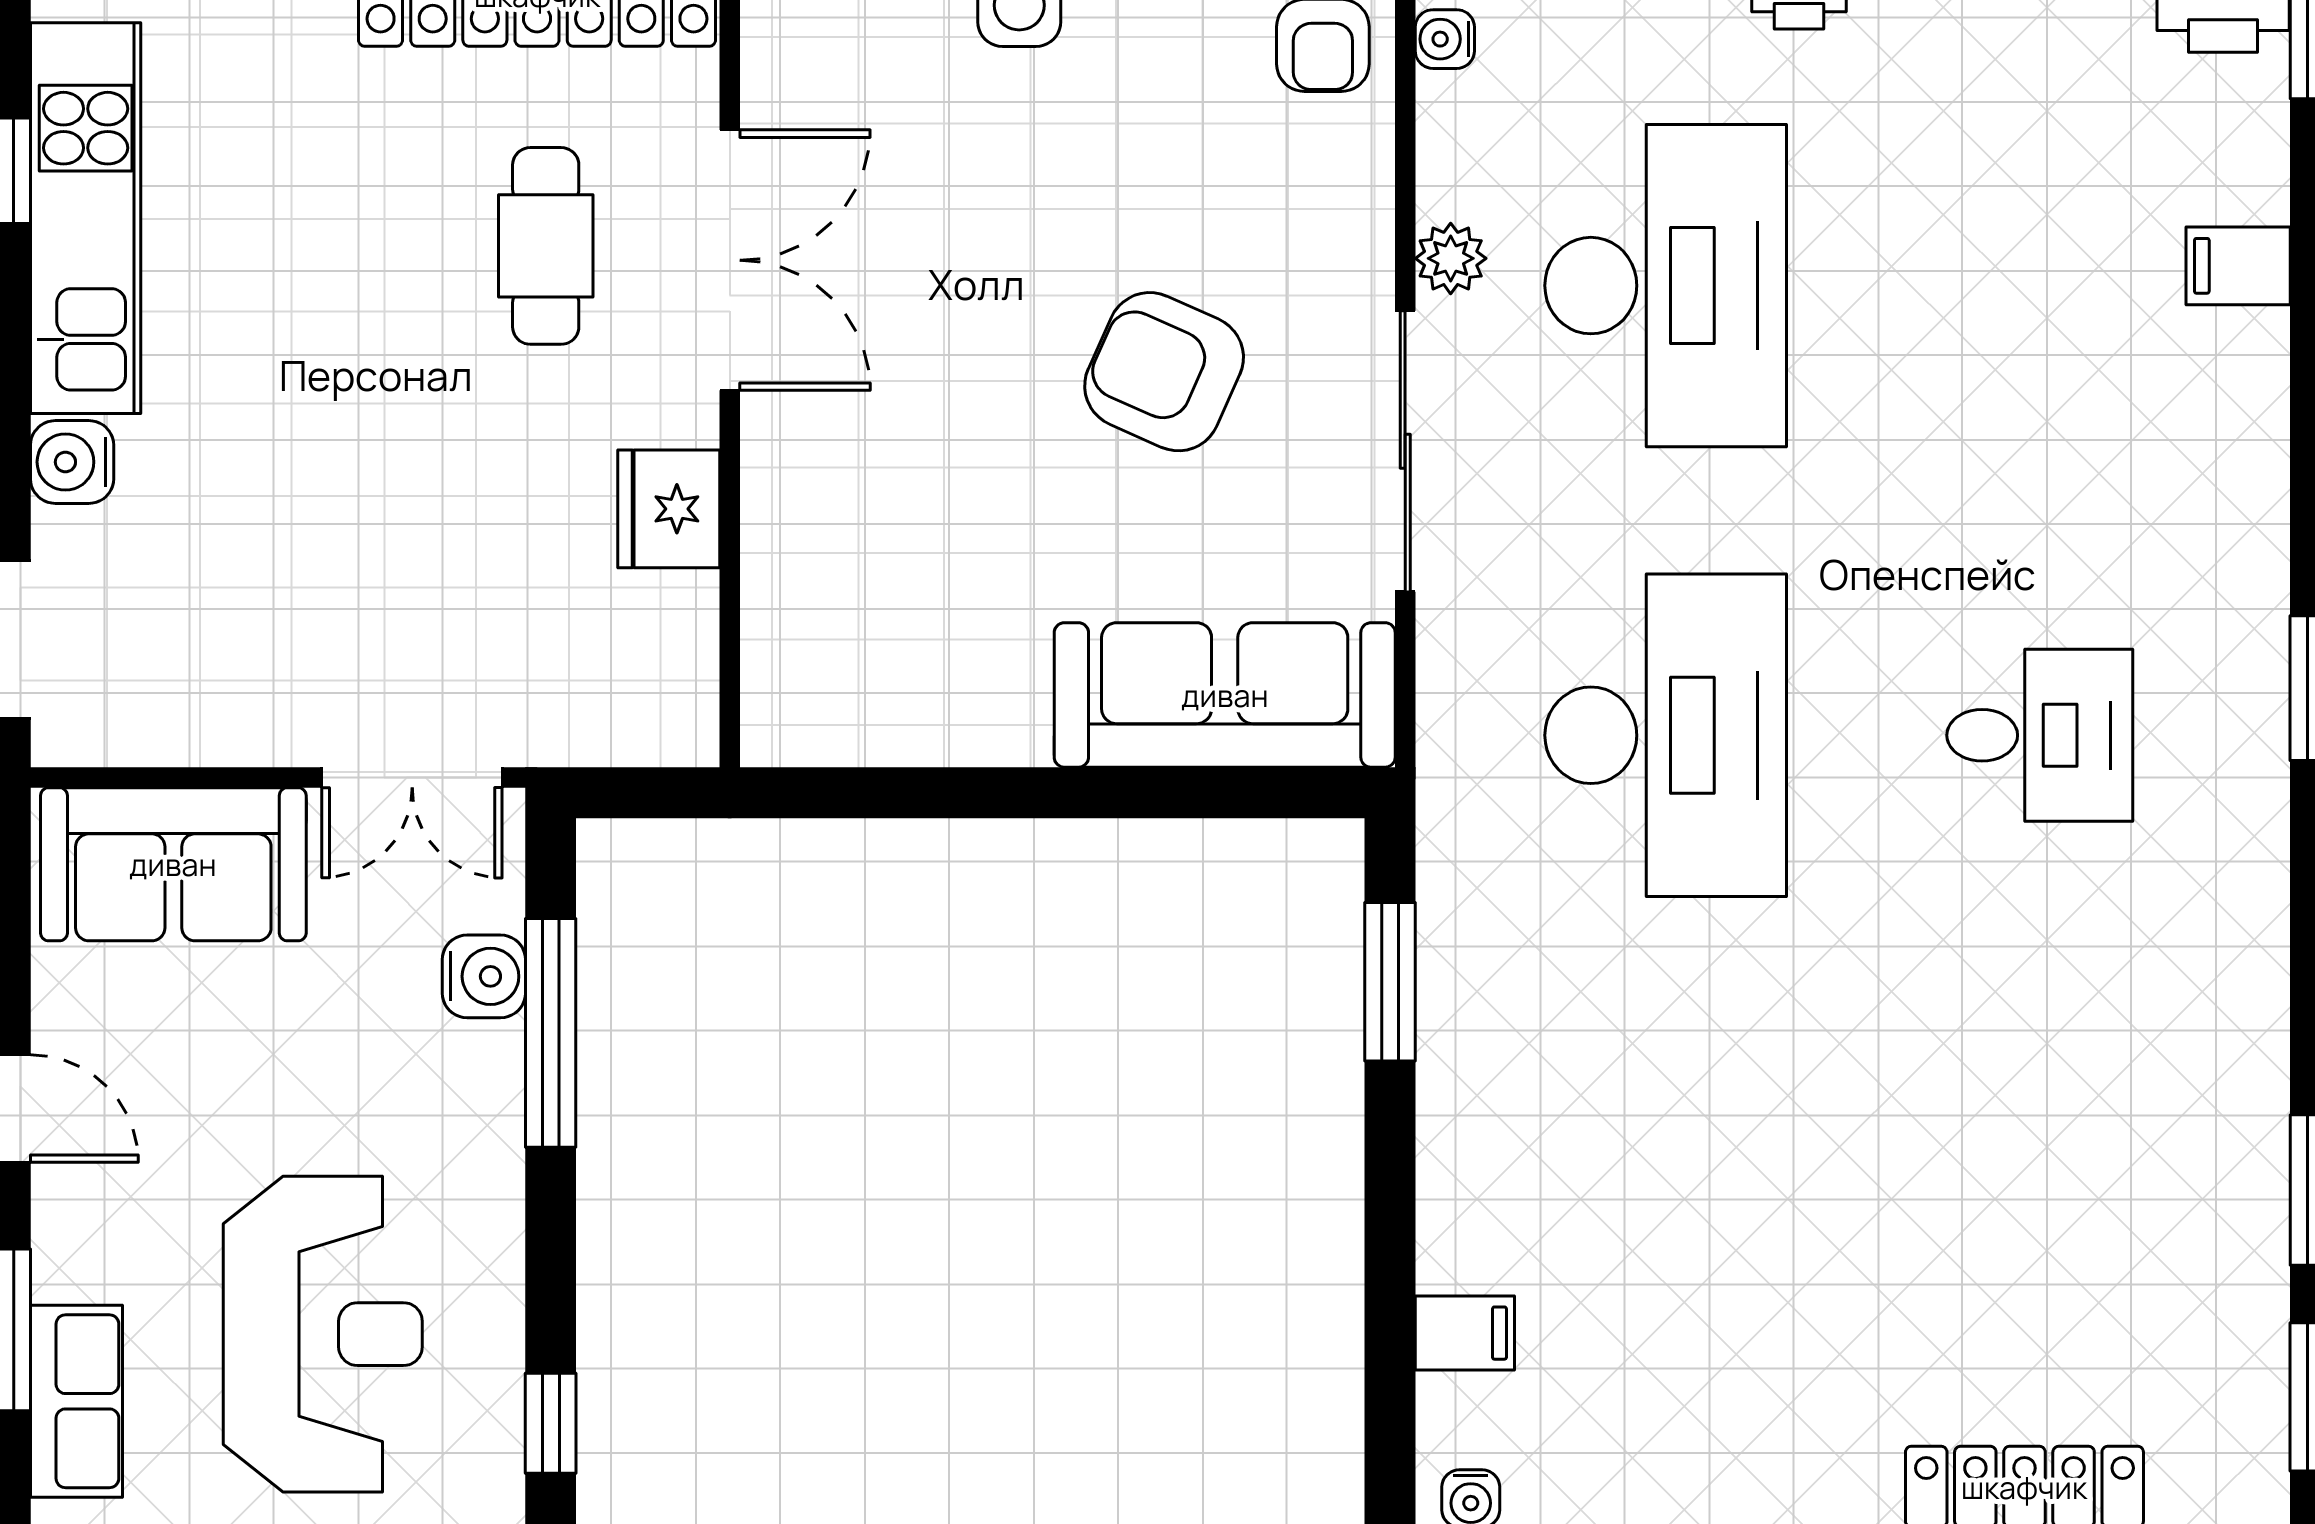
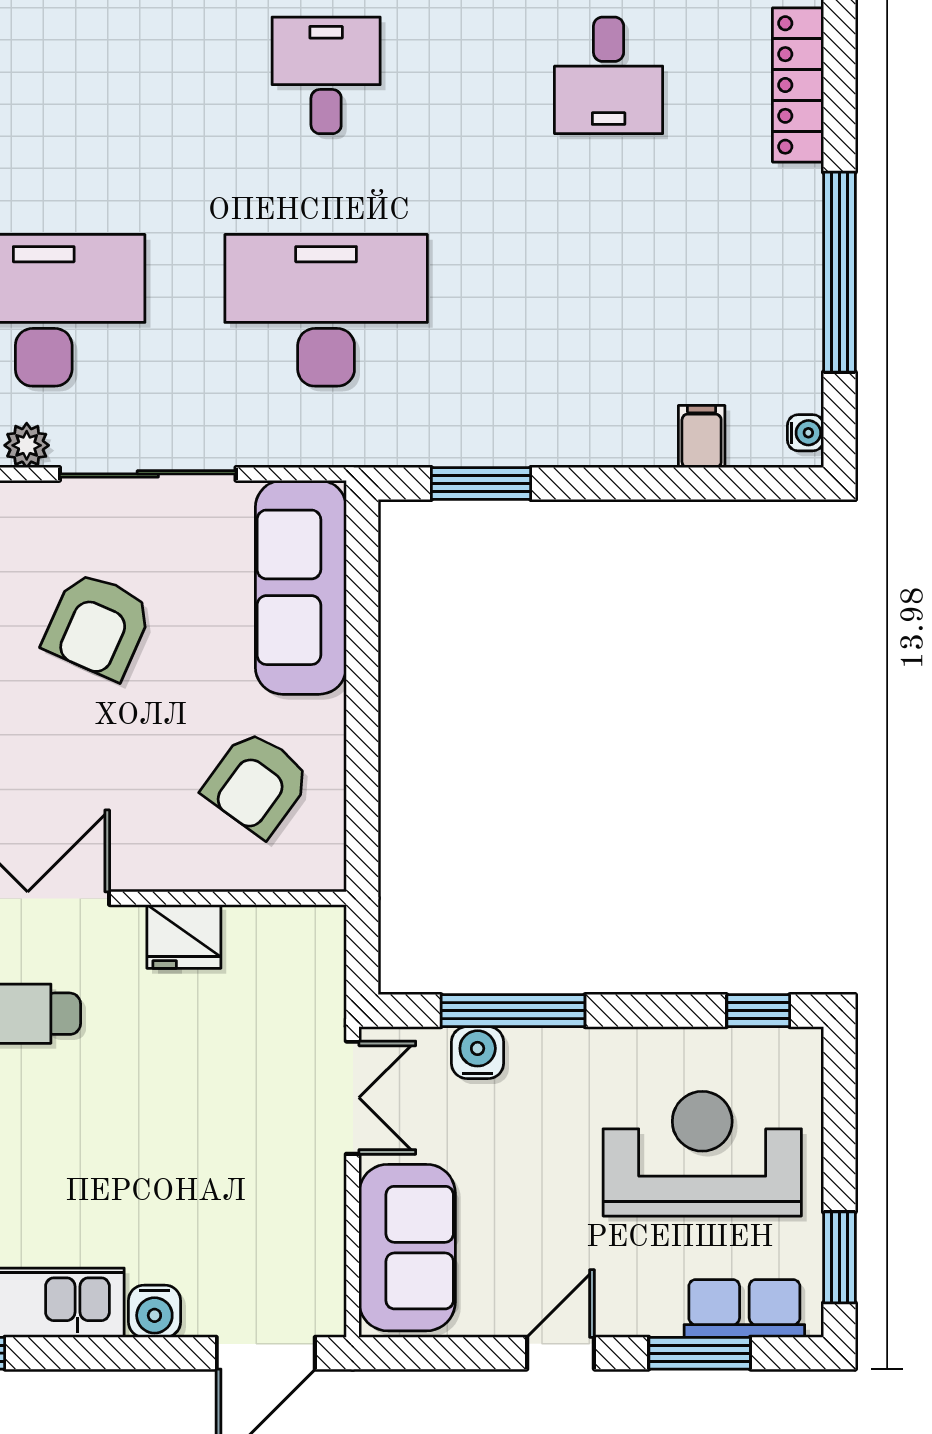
armchair: (912, 625) -> (257, 783), added
desk: (2040, 1185) -> (609, 75), added

